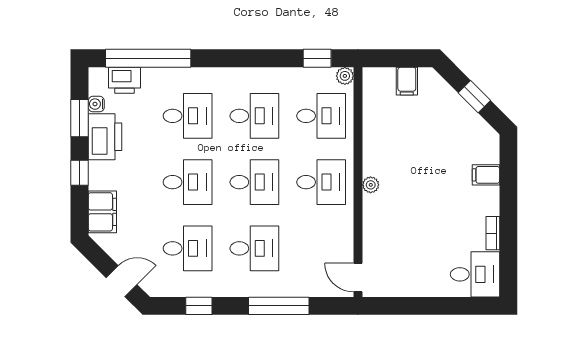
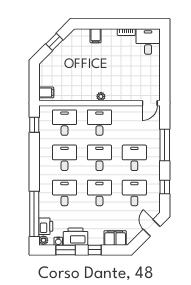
plant: (345, 76) -> (43, 240), moved
filing cabinet: (407, 81) -> (46, 92), moved

